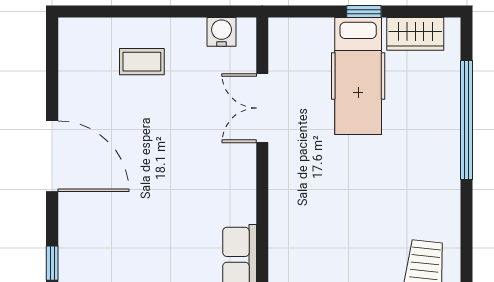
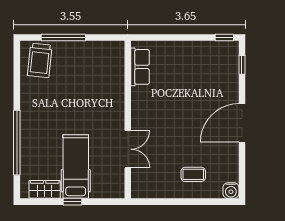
water cooler: (221, 32) -> (231, 191), moved
door: (52, 156) -> (242, 123), hinge flipped

